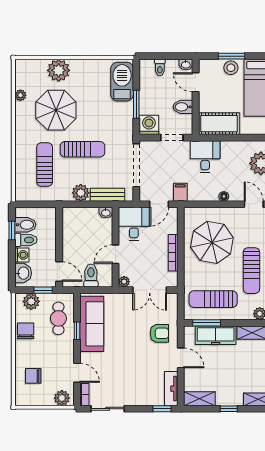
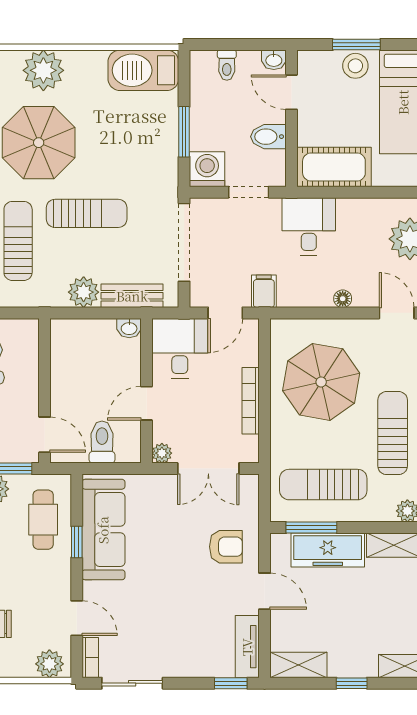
barbecue: (122, 82) -> (143, 70), moved, turned -90
sun lounger: (251, 271) -> (393, 433), turned 180

